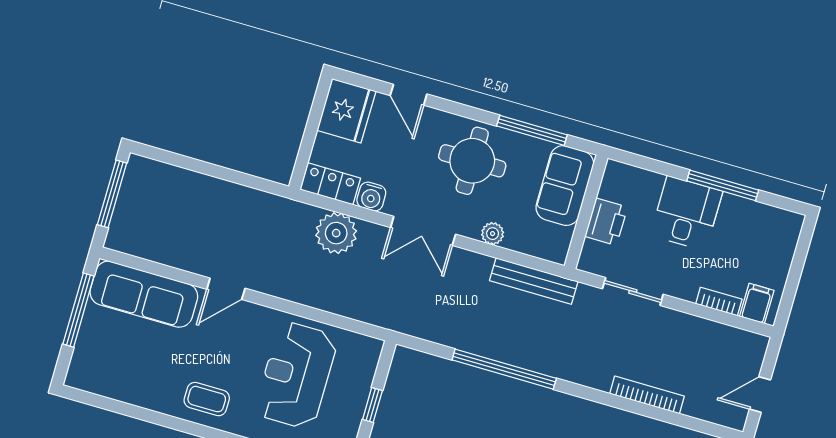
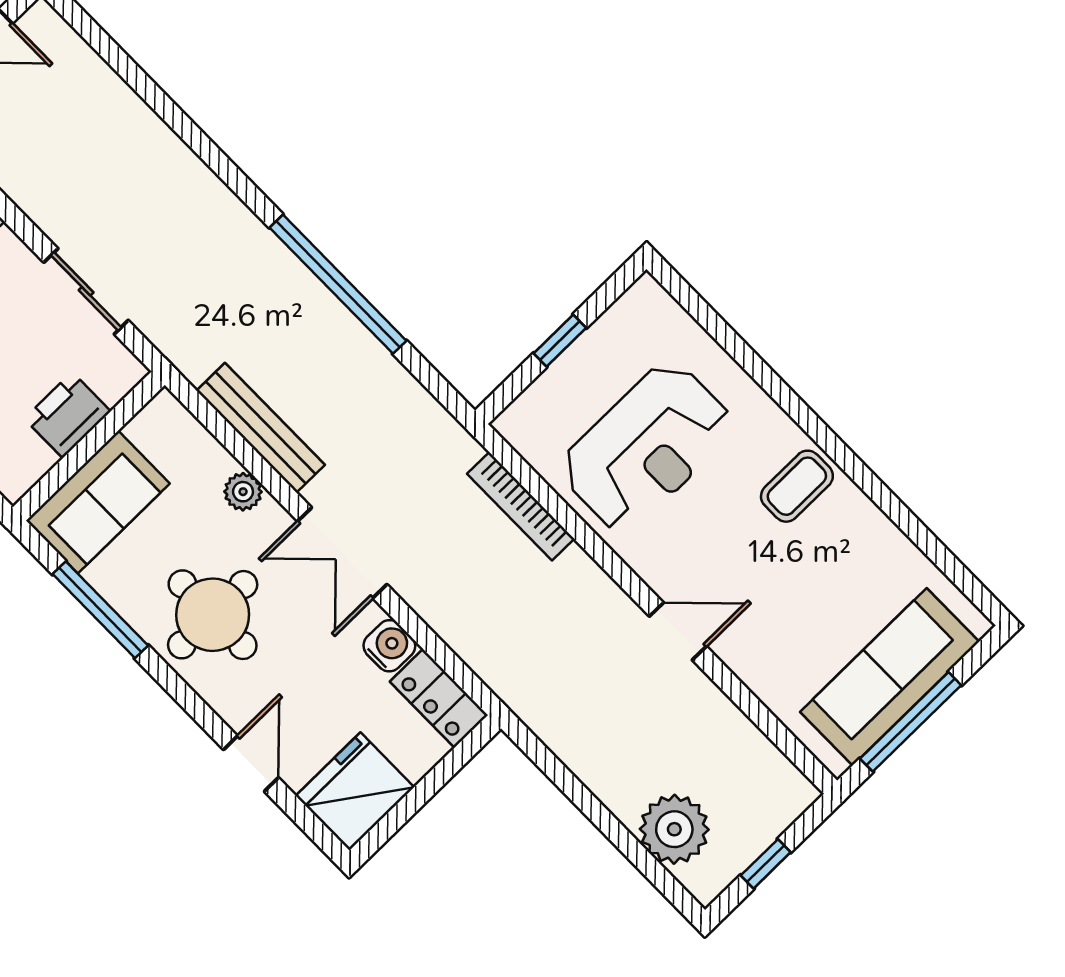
window: (112, 194) -> (766, 864), width x0.46
double door: (423, 231) -> (342, 553), swing flipped
plant: (336, 233) -> (674, 829), moved
bench: (534, 281) -> (261, 428), moved
sofa: (144, 294) -> (890, 677), moved, turned -90
bookcase: (647, 395) -> (521, 506), moved
coffee table: (207, 399) -> (797, 486), turned 90

